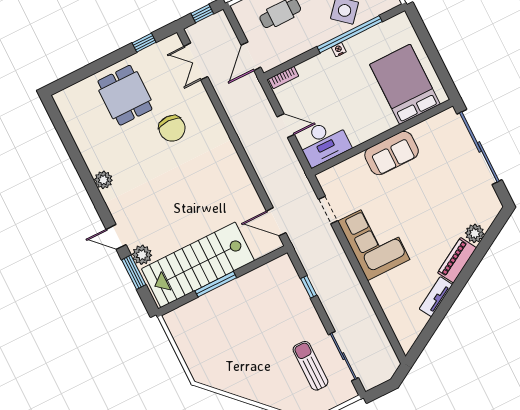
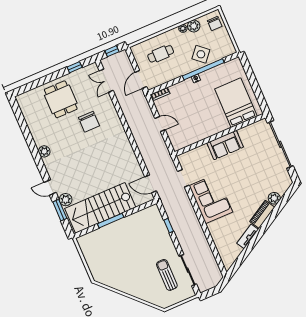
desk: (324, 142) -> (183, 136), removed

